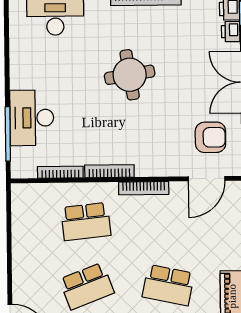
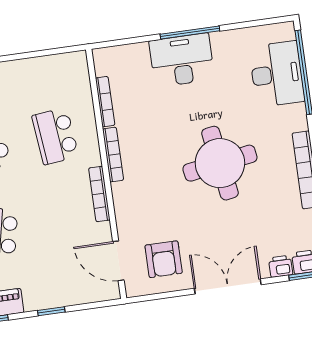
round table: (130, 75) -> (220, 163), width x1.36, depth x1.36
desk: (32, 118) -> (182, 60), moved
window: (8, 134) -> (190, 32), moved

